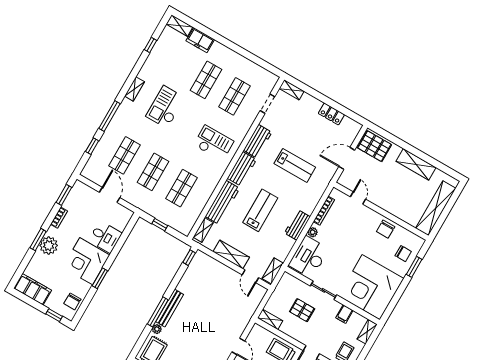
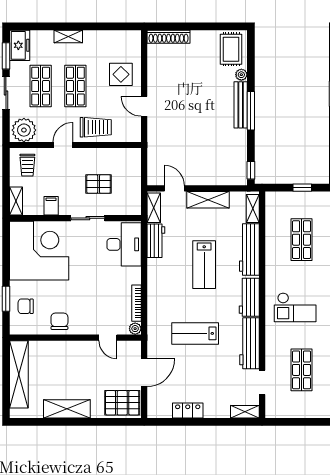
workbench: (258, 141) -> (249, 343), width x1.38
workbench: (297, 225) -> (156, 241), moved
plant: (313, 232) -> (135, 329), moved
window: (158, 312) -> (251, 111), moved
shelving: (270, 319) -> (127, 154), removed

